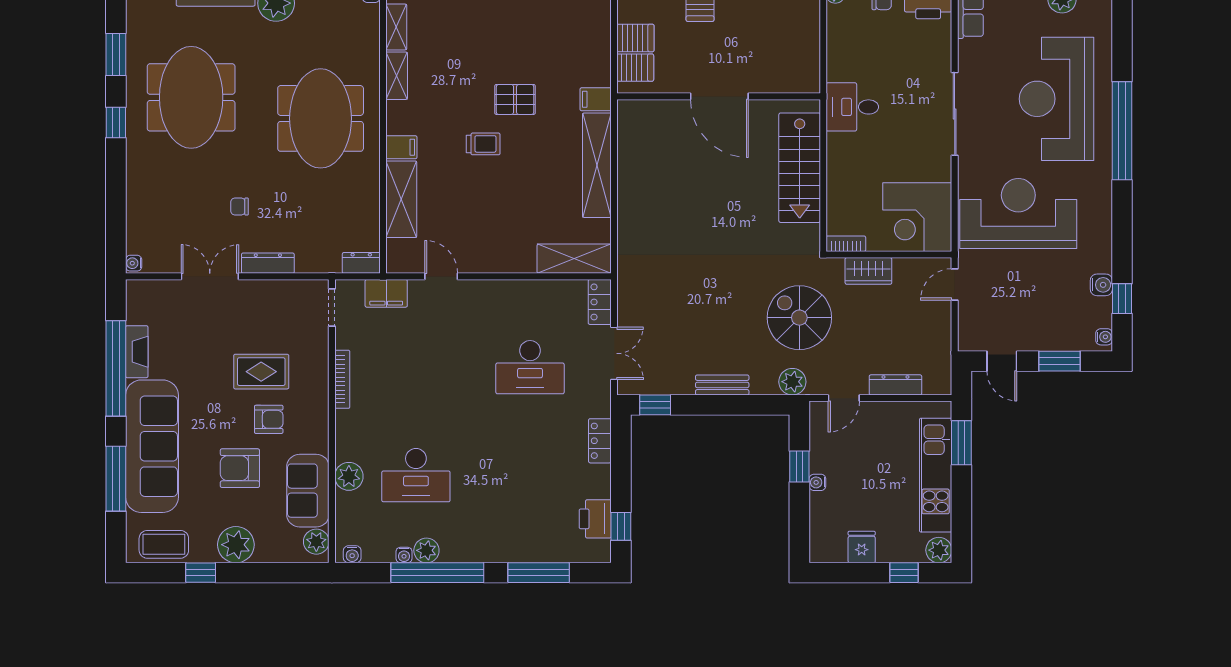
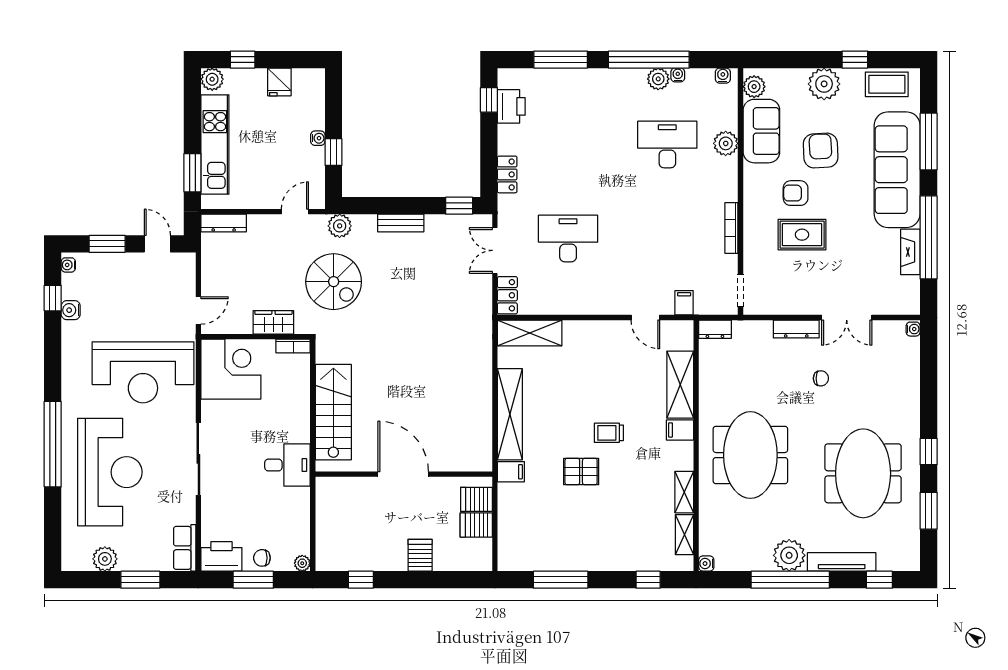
filing cabinet: (386, 293) -> (684, 303), width x0.50
dresser: (895, 385) -> (224, 223), moved
armchair: (240, 468) -> (821, 151), turned -93

